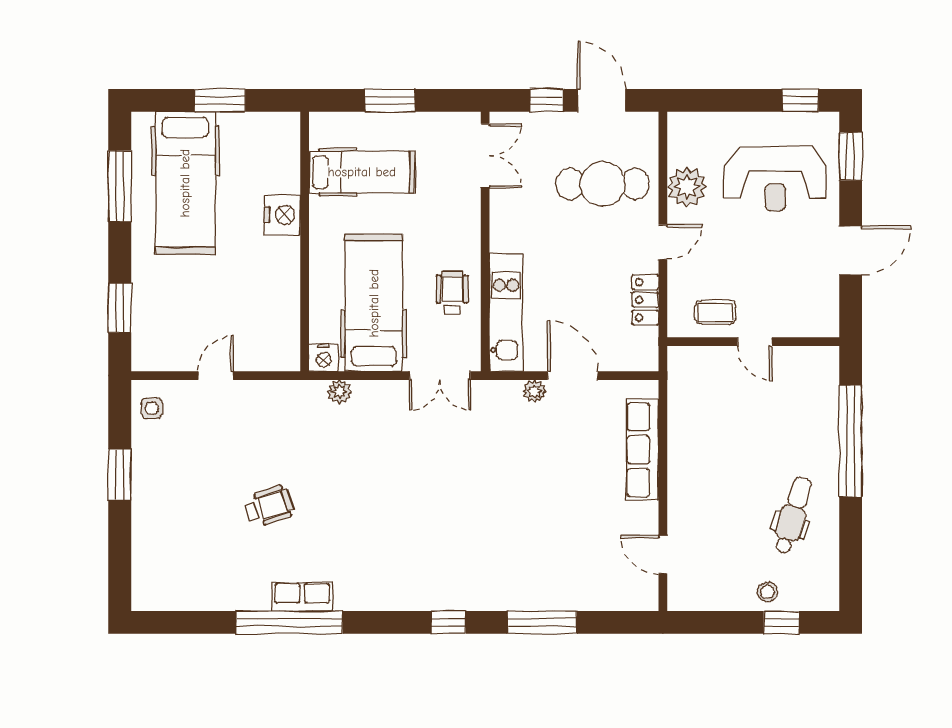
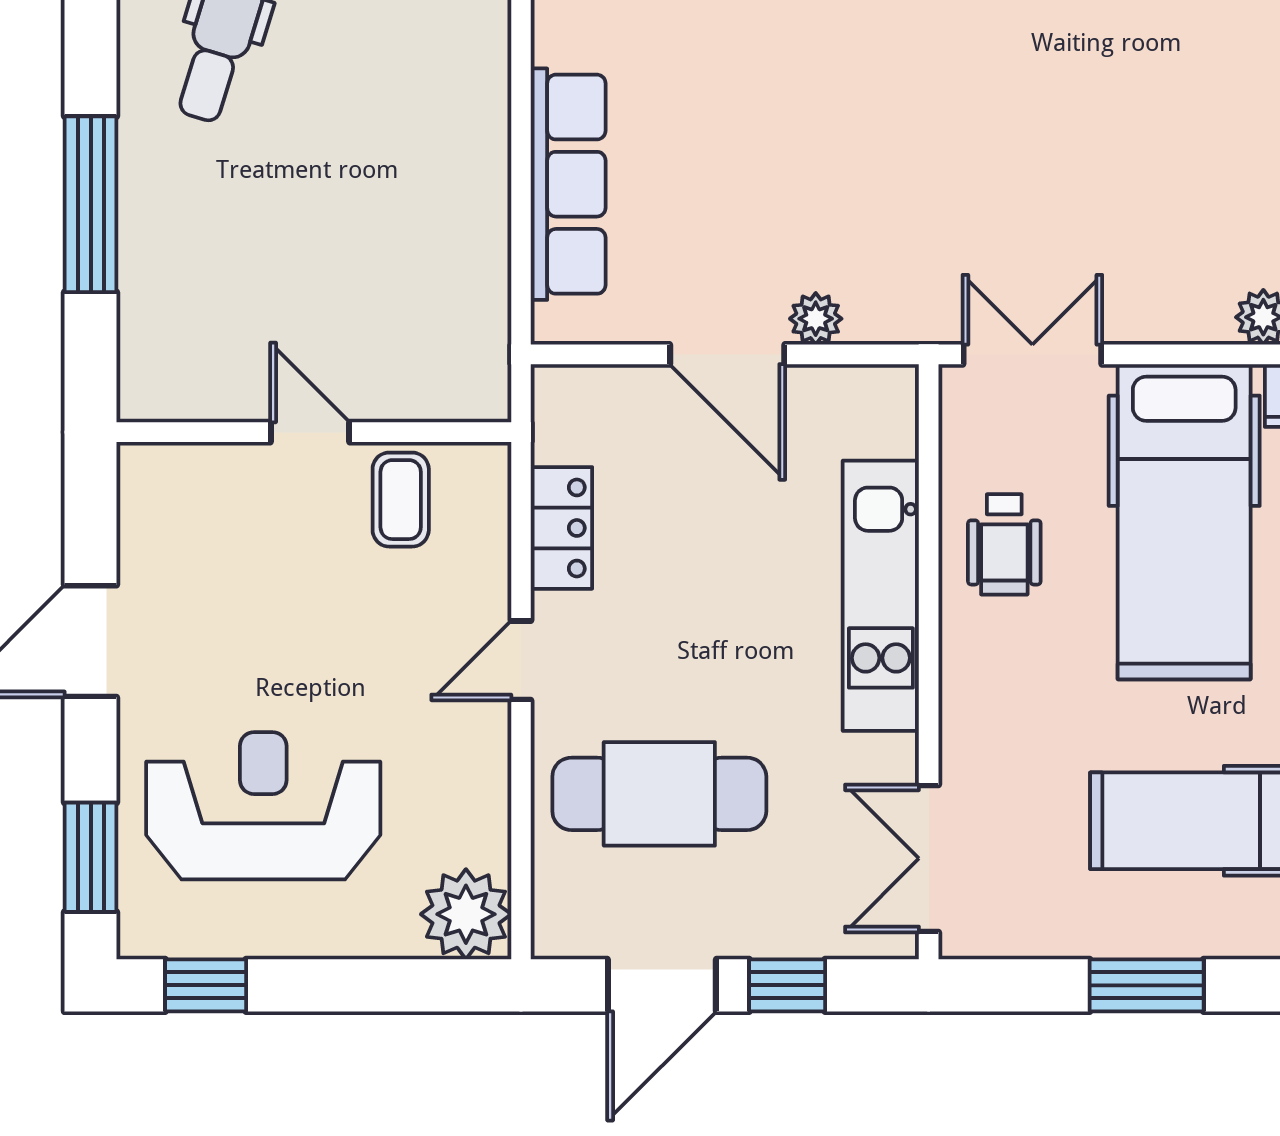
door: (601, 100) -> (662, 985), hinge flipped
plant: (687, 187) -> (466, 914), moved
kitchen unit: (506, 312) -> (881, 596), moved
coffee table: (715, 312) -> (401, 500), turned 90
window: (851, 441) -> (91, 204), width x0.68

